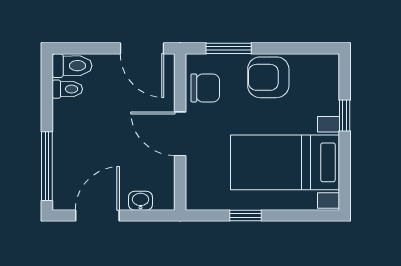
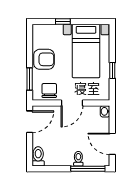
armchair: (268, 77) -> (44, 59), turned -90
toilet: (67, 89) -> (78, 159), moved
washbasin: (141, 201) -> (105, 111), moved

